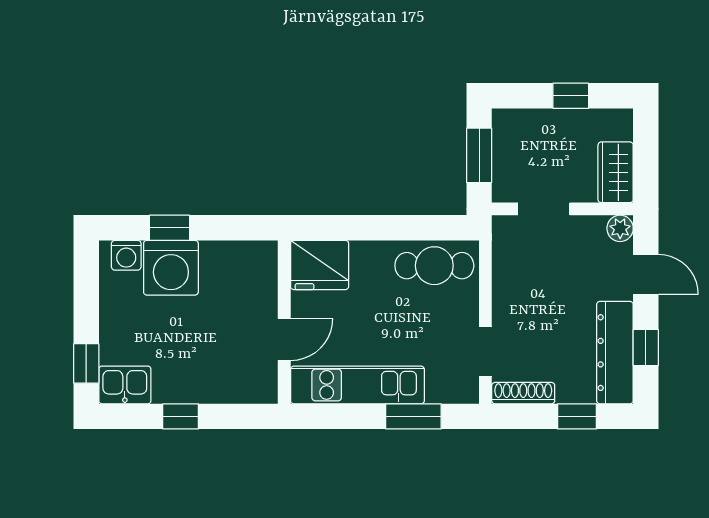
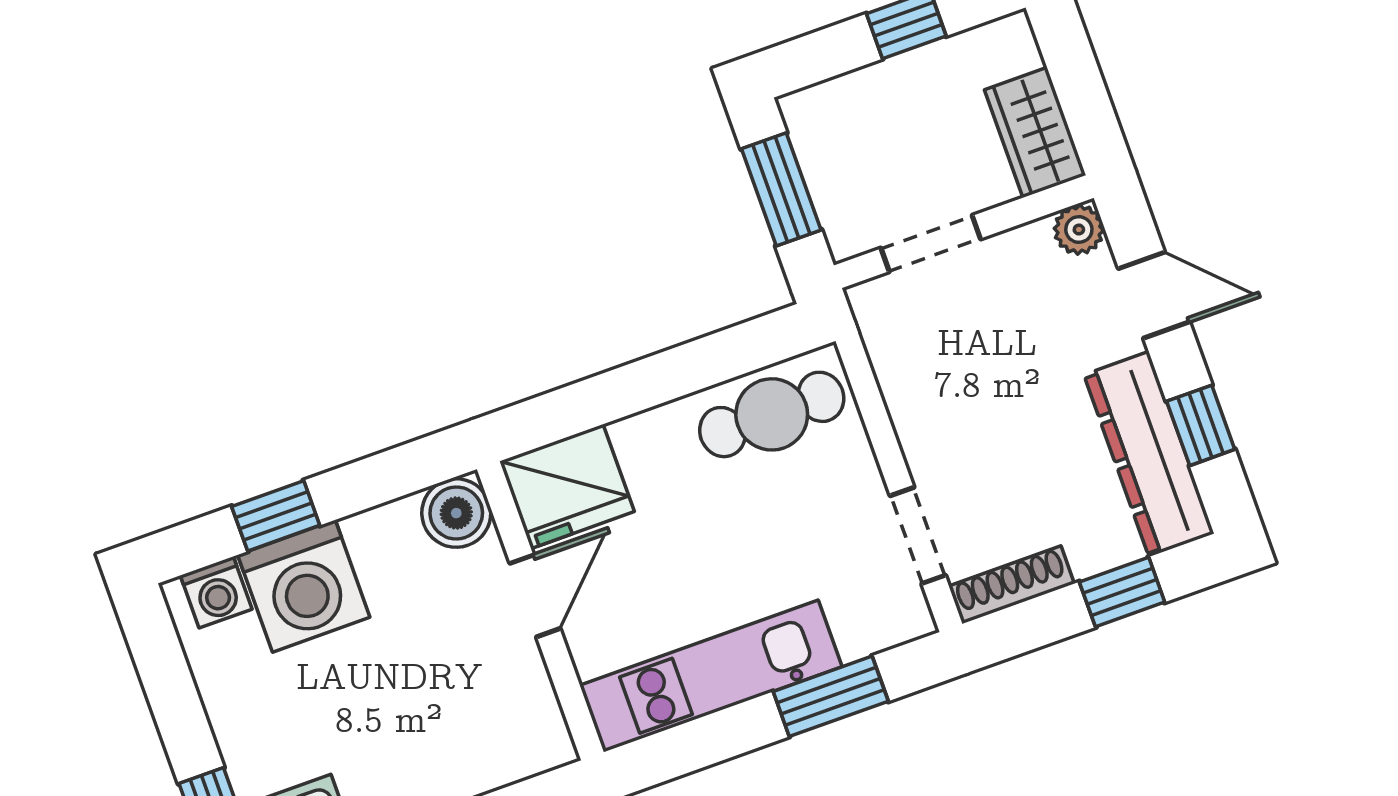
boiler: (260, 259) -> (456, 513), added
door: (284, 340) -> (535, 596), moved

